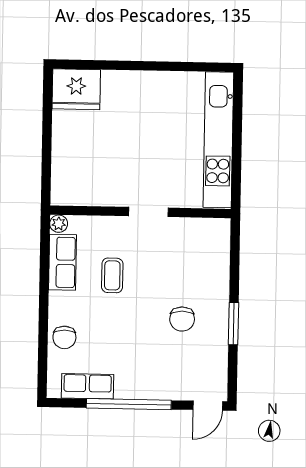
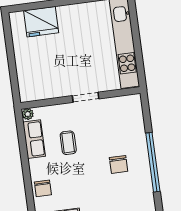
fridge: (76, 89) -> (41, 22), moved
window: (233, 324) -> (153, 162), width x2.11

